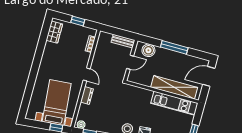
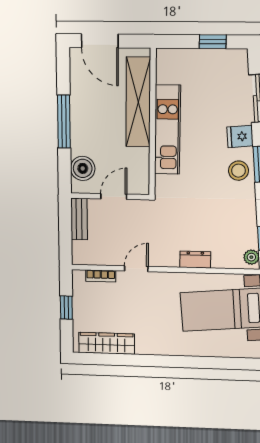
wardrobe: (54, 32) -> (107, 343), width x1.50
door: (130, 62) -> (114, 196), hinge flipped
door: (87, 74) -> (136, 269), moved
kitchen unit: (174, 103) -> (167, 130), moved

